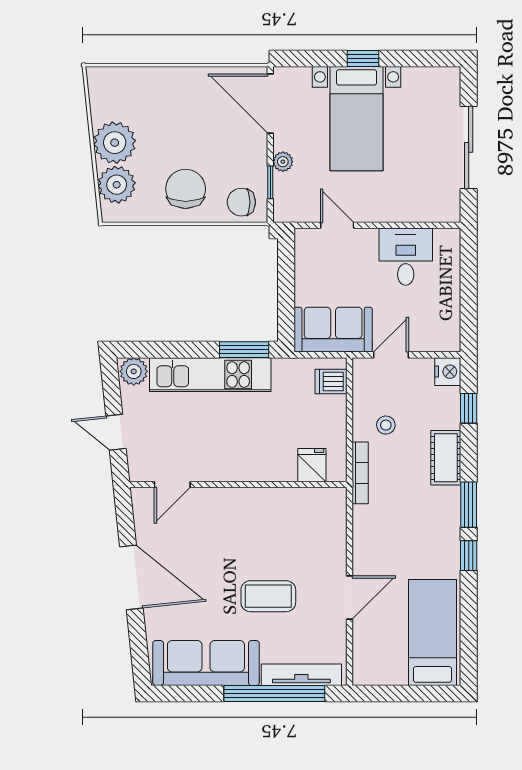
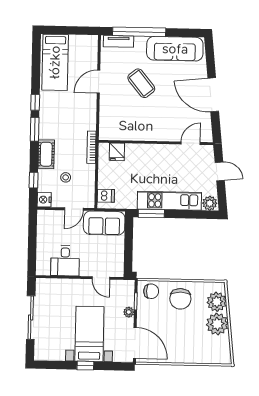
stool: (386, 425) -> (66, 177), moved
coffee table: (268, 596) -> (141, 83), turned 51
tv unit: (301, 675) -> (119, 41), width x0.71

